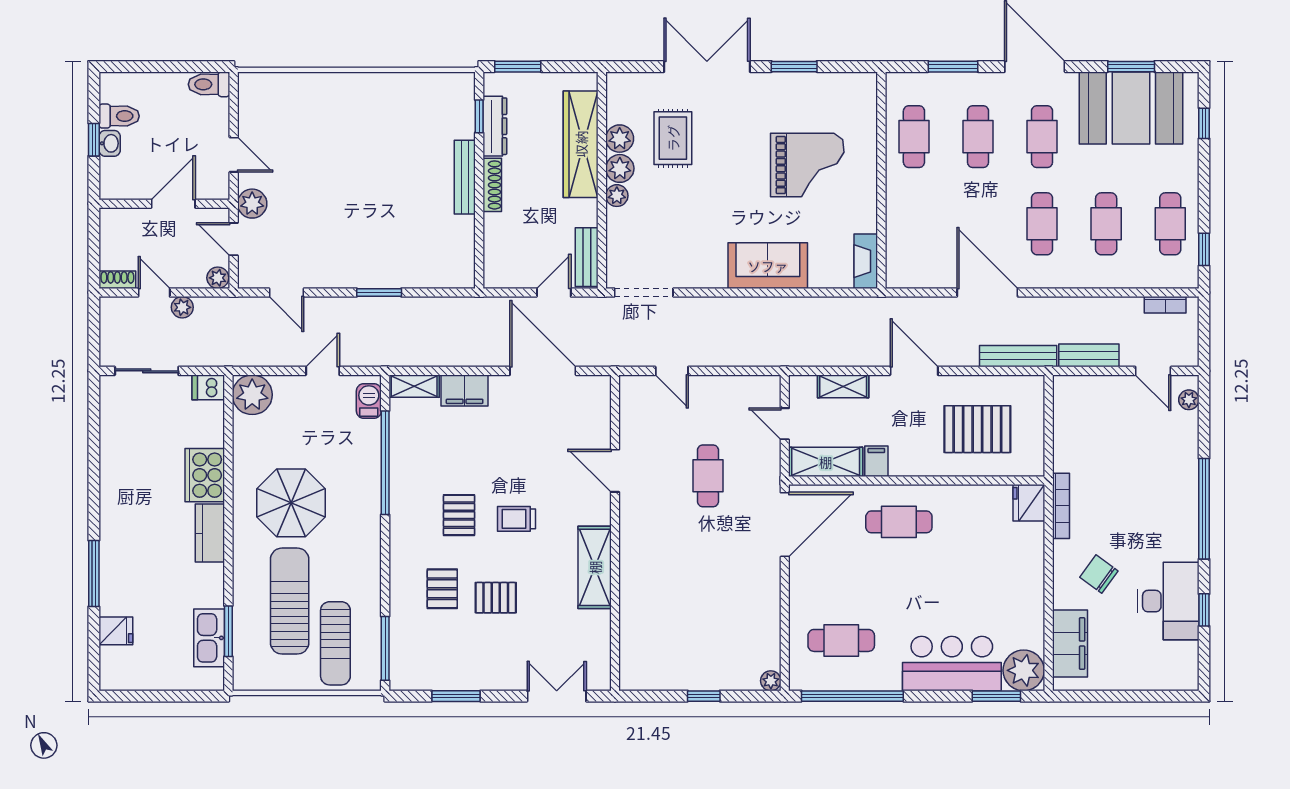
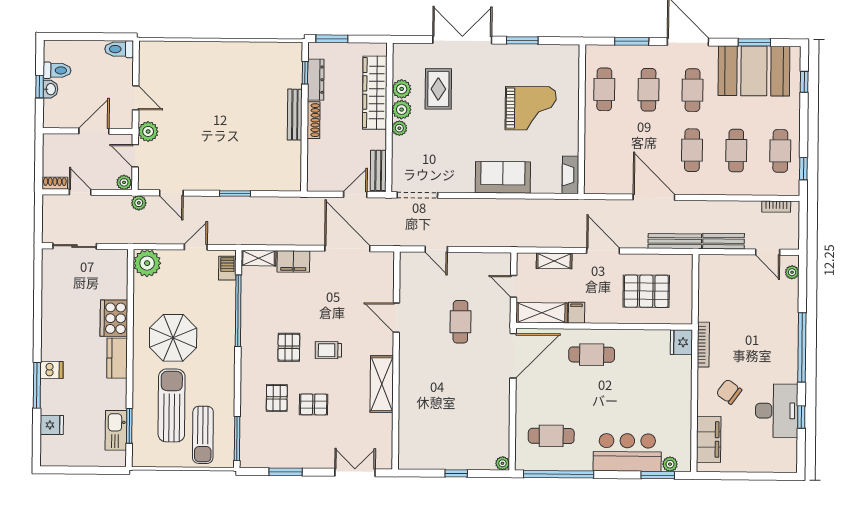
plant: (182, 307) -> (139, 203), moved
dishwasher: (208, 387) -> (52, 370), moved, turned 180
plant: (1024, 670) -> (670, 464), width x0.53, depth x0.53

